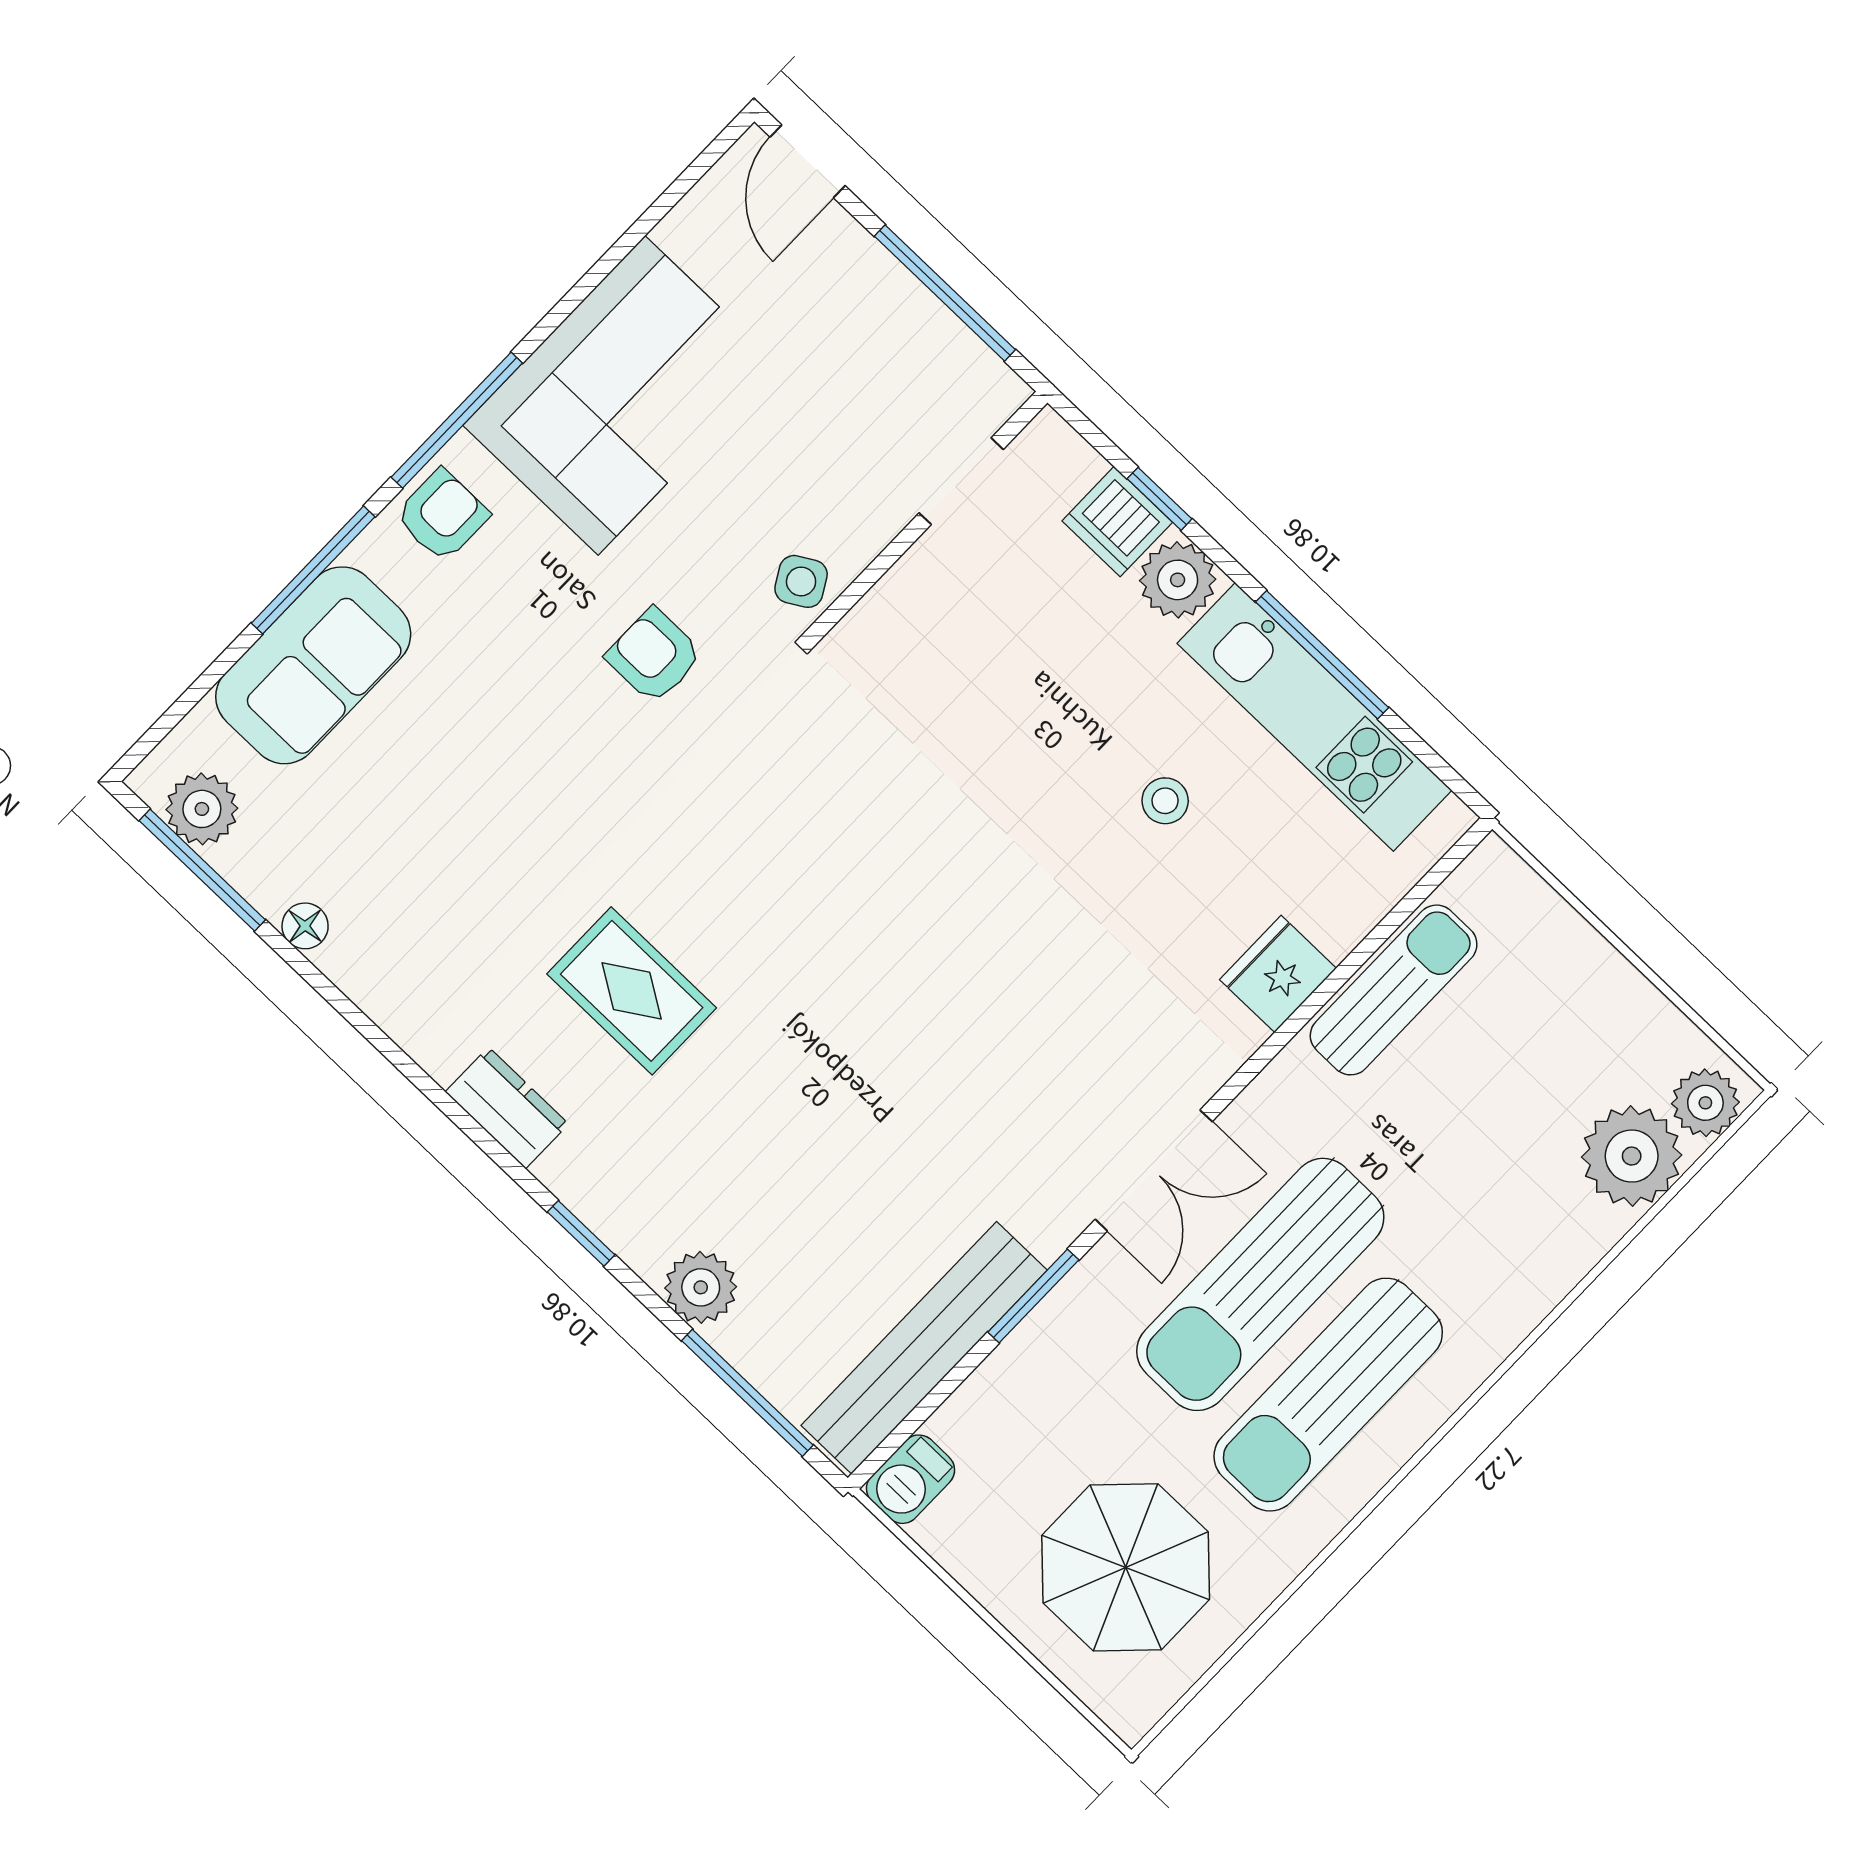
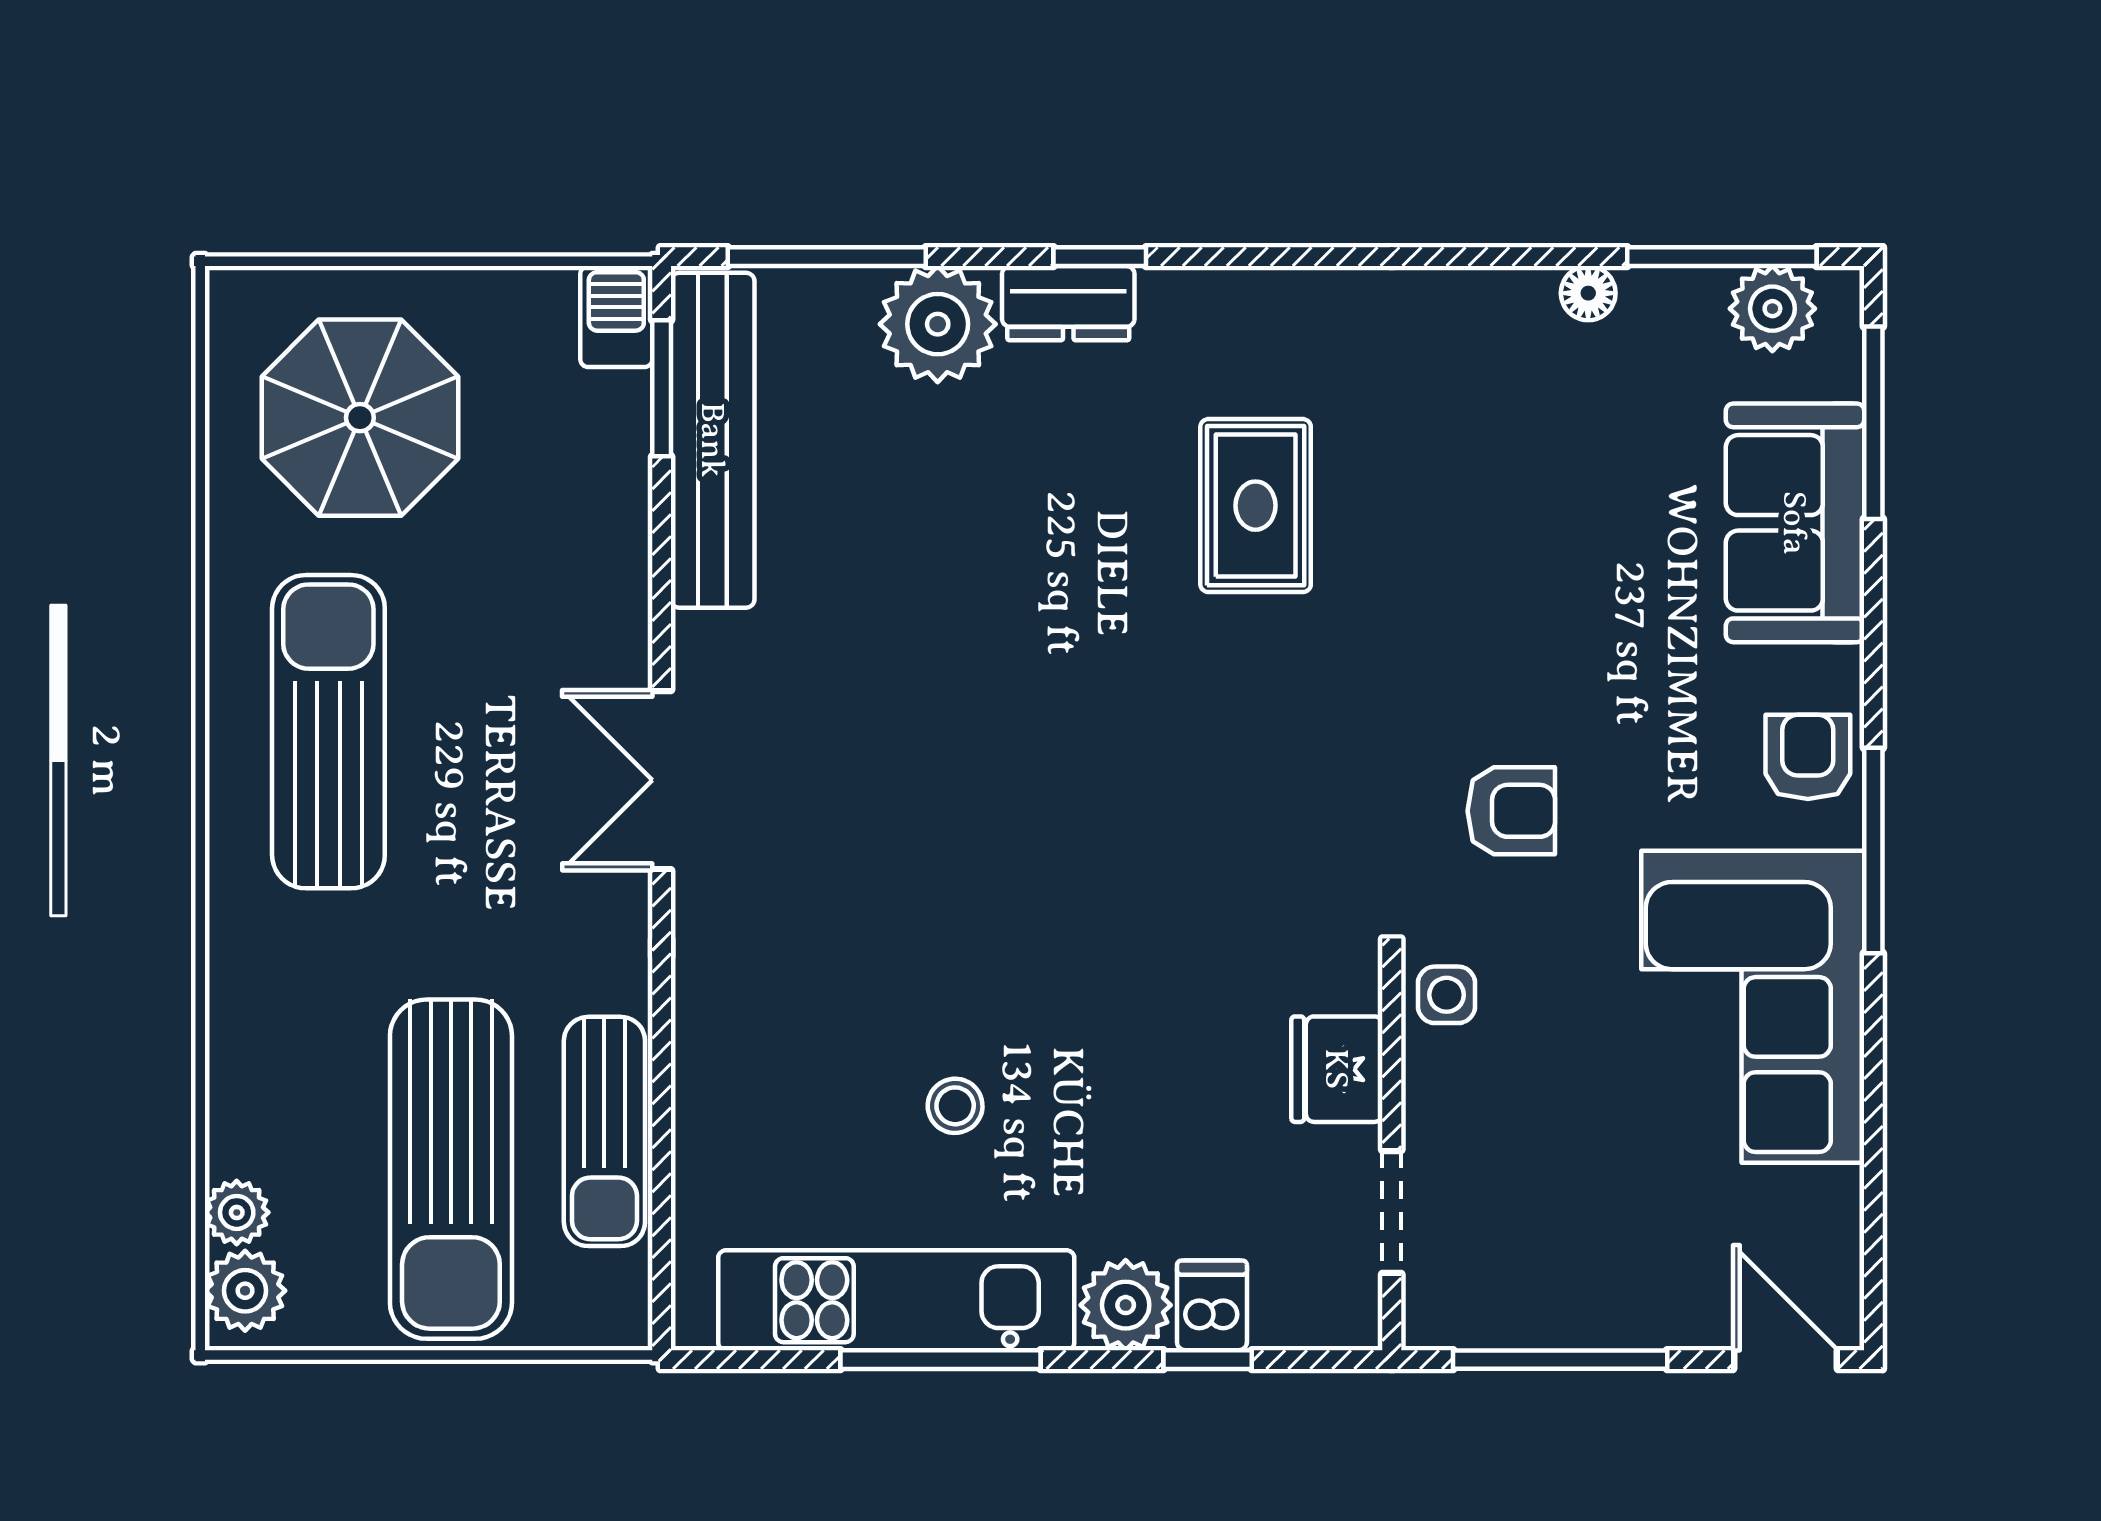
armchair: (442, 515) -> (1808, 757), turned 180
dishwasher: (1117, 522) -> (1212, 1305), width x0.73
window: (313, 570) -> (1873, 423), moved
side table: (801, 581) -> (1447, 995), turned 30
fridge: (1278, 974) -> (1337, 1069), moved, turned 180
rug: (632, 991) -> (1256, 506), turned 90
dresser: (507, 1108) -> (1068, 303), moved
plant: (1632, 1156) -> (237, 1212), width x0.53, depth x0.53
sun lounger: (1260, 1284) -> (451, 1169), moved, turned 180
plant: (701, 1287) -> (938, 324), width x1.36, depth x1.36
window: (1033, 1296) -> (662, 388), moved

